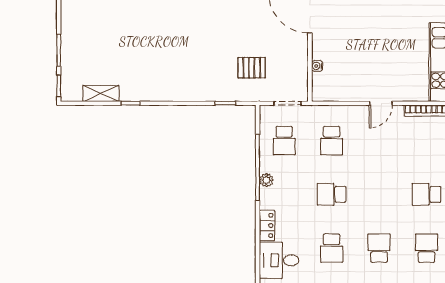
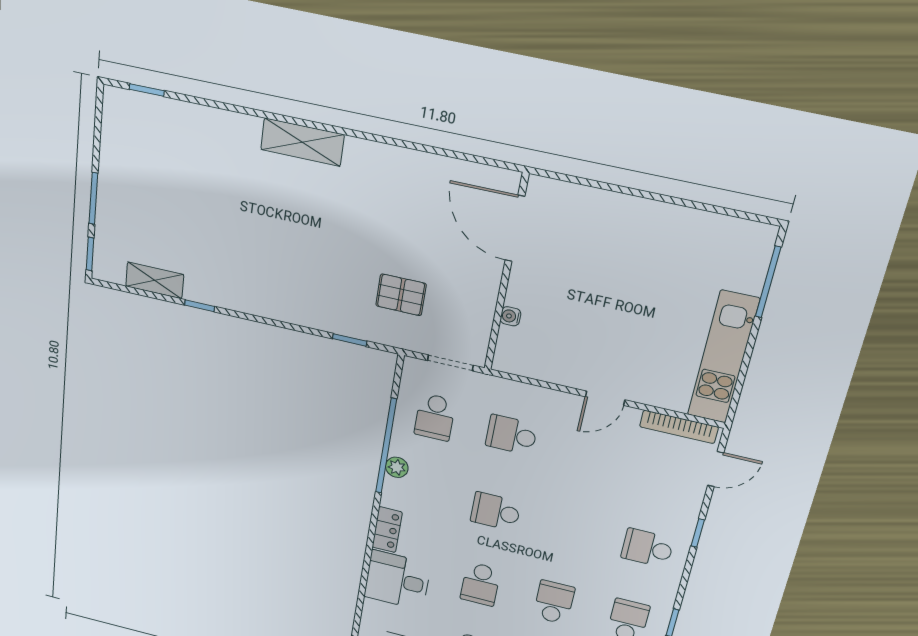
school desk: (332, 141) -> (511, 435), turned 90

